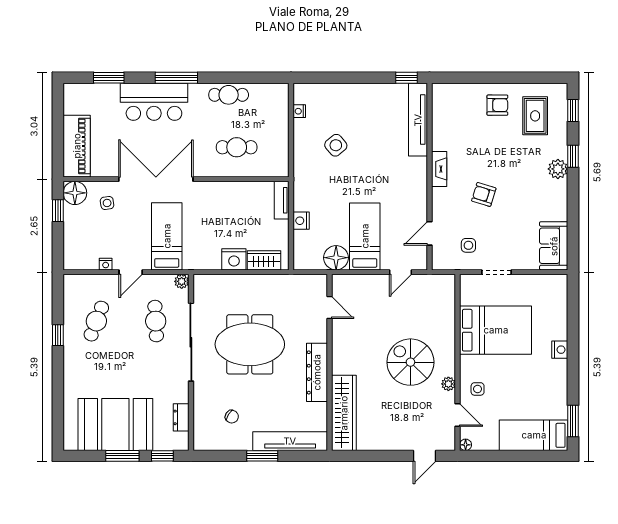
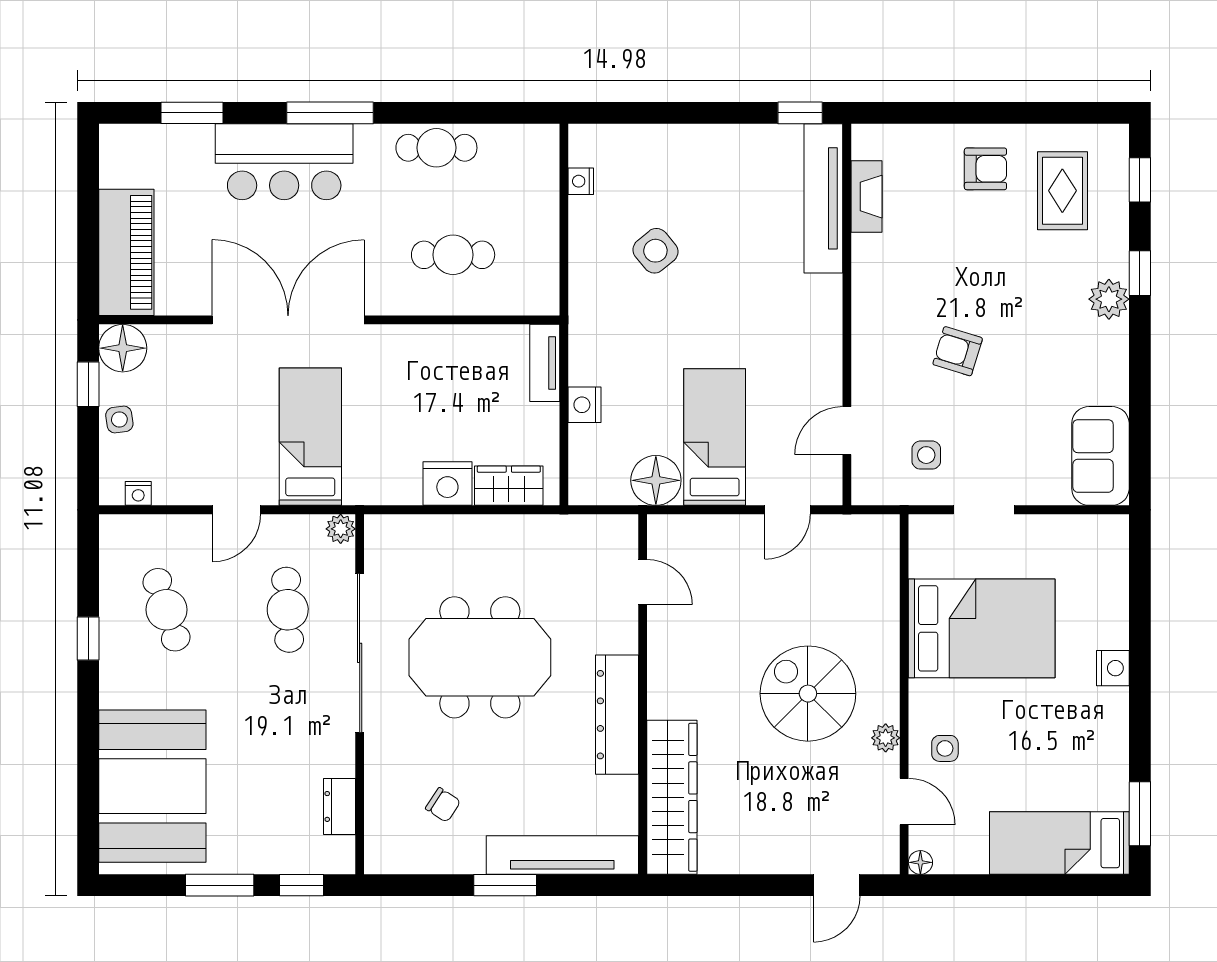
fireplace: (439, 169) -> (866, 197), moved
side table: (107, 203) -> (119, 420), moved
nightstand: (106, 264) -> (138, 493), moved
cafe table: (96, 321) -> (166, 610), turned -39
booth: (115, 424) -> (152, 786), moved, turned 90

